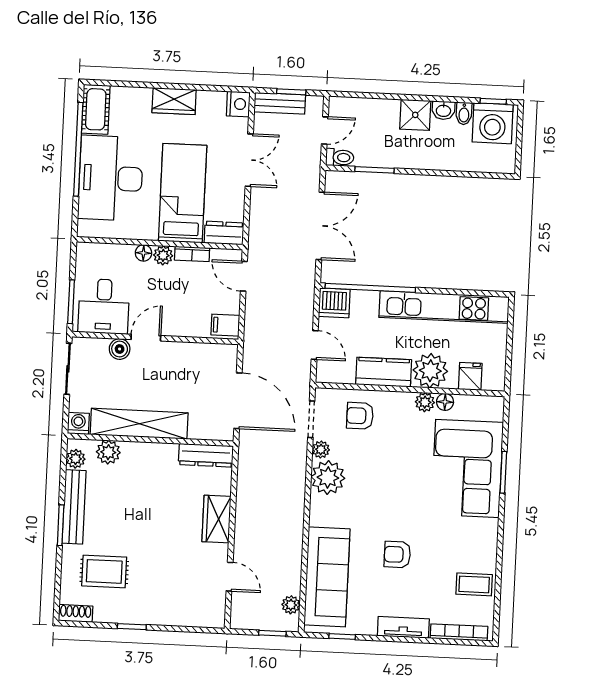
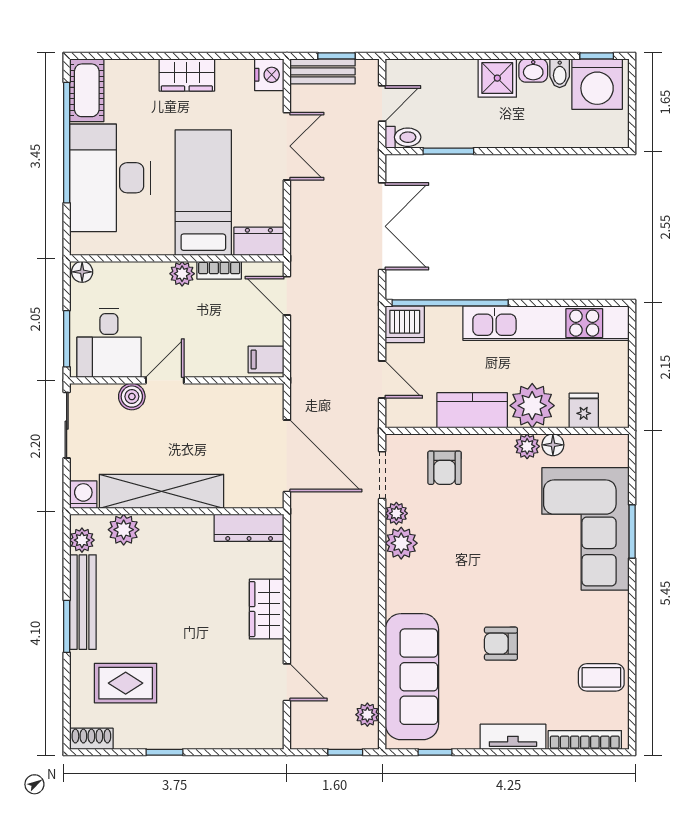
floor lamp: (143, 253) -> (82, 272), moved
armchair: (360, 416) -> (445, 468), turned -90
plant: (328, 478) -> (401, 543), width x0.73, depth x0.73

